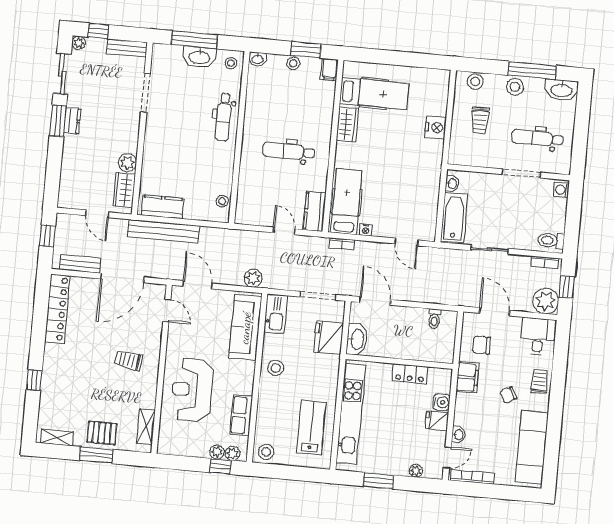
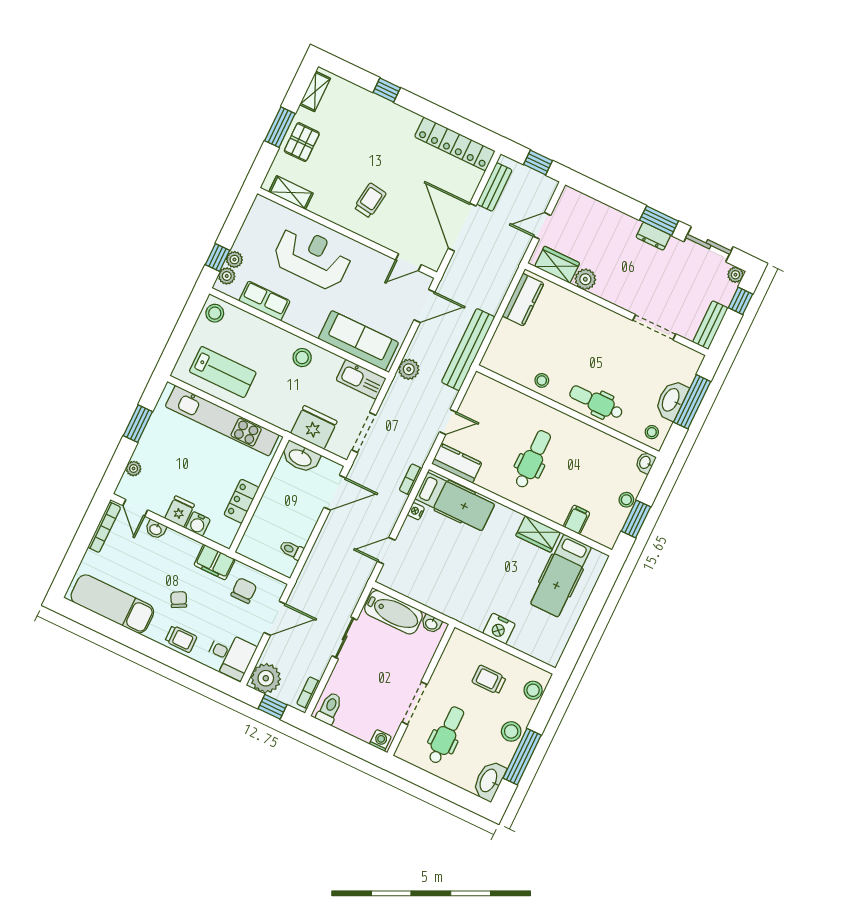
filing cabinet: (329, 69) -> (577, 520), moved, turned 90
stool: (222, 201) -> (542, 380), moved
bench: (163, 231) -> (468, 350), moved

